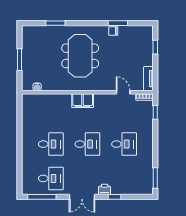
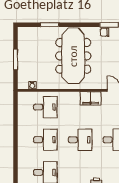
meeting table: (80, 56) -> (73, 56), width x1.36
filing cabinet: (83, 101) -> (91, 98), moved
desk: (51, 110) -> (45, 107), added

